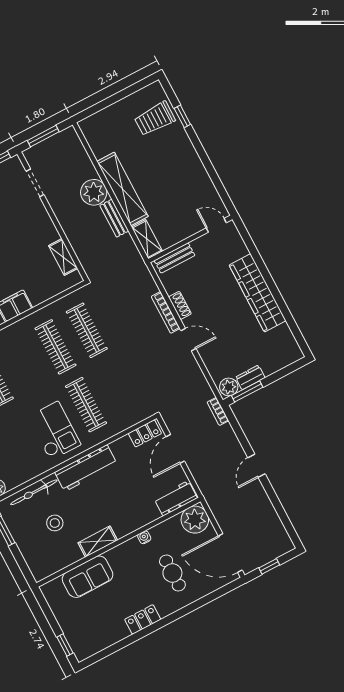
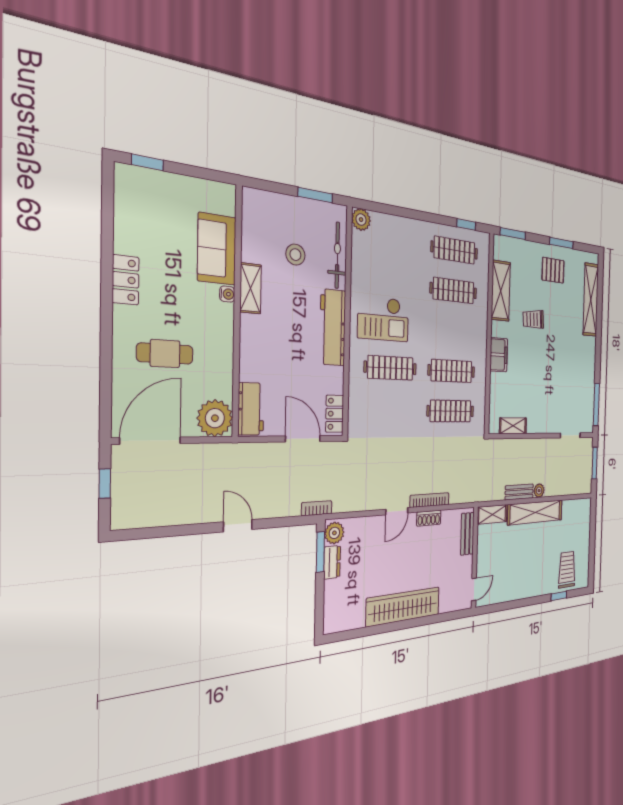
plant: (94, 192) -> (539, 491), width x0.53, depth x0.53
water cooler: (144, 537) -> (227, 294), moved

